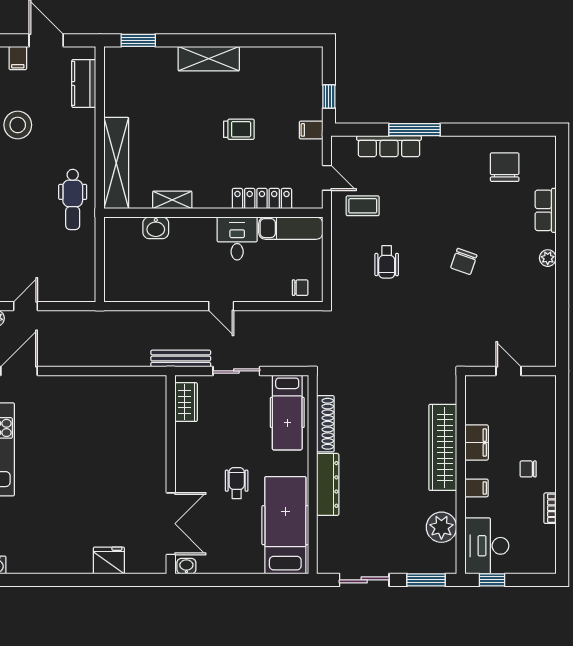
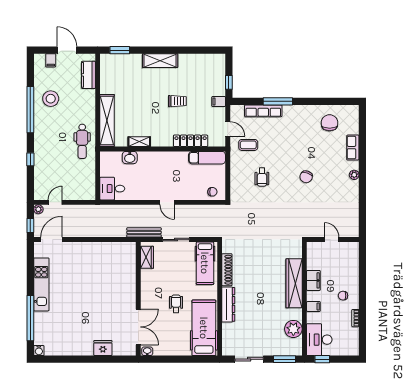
desk: (237, 238) -> (112, 189), moved, turned -90

